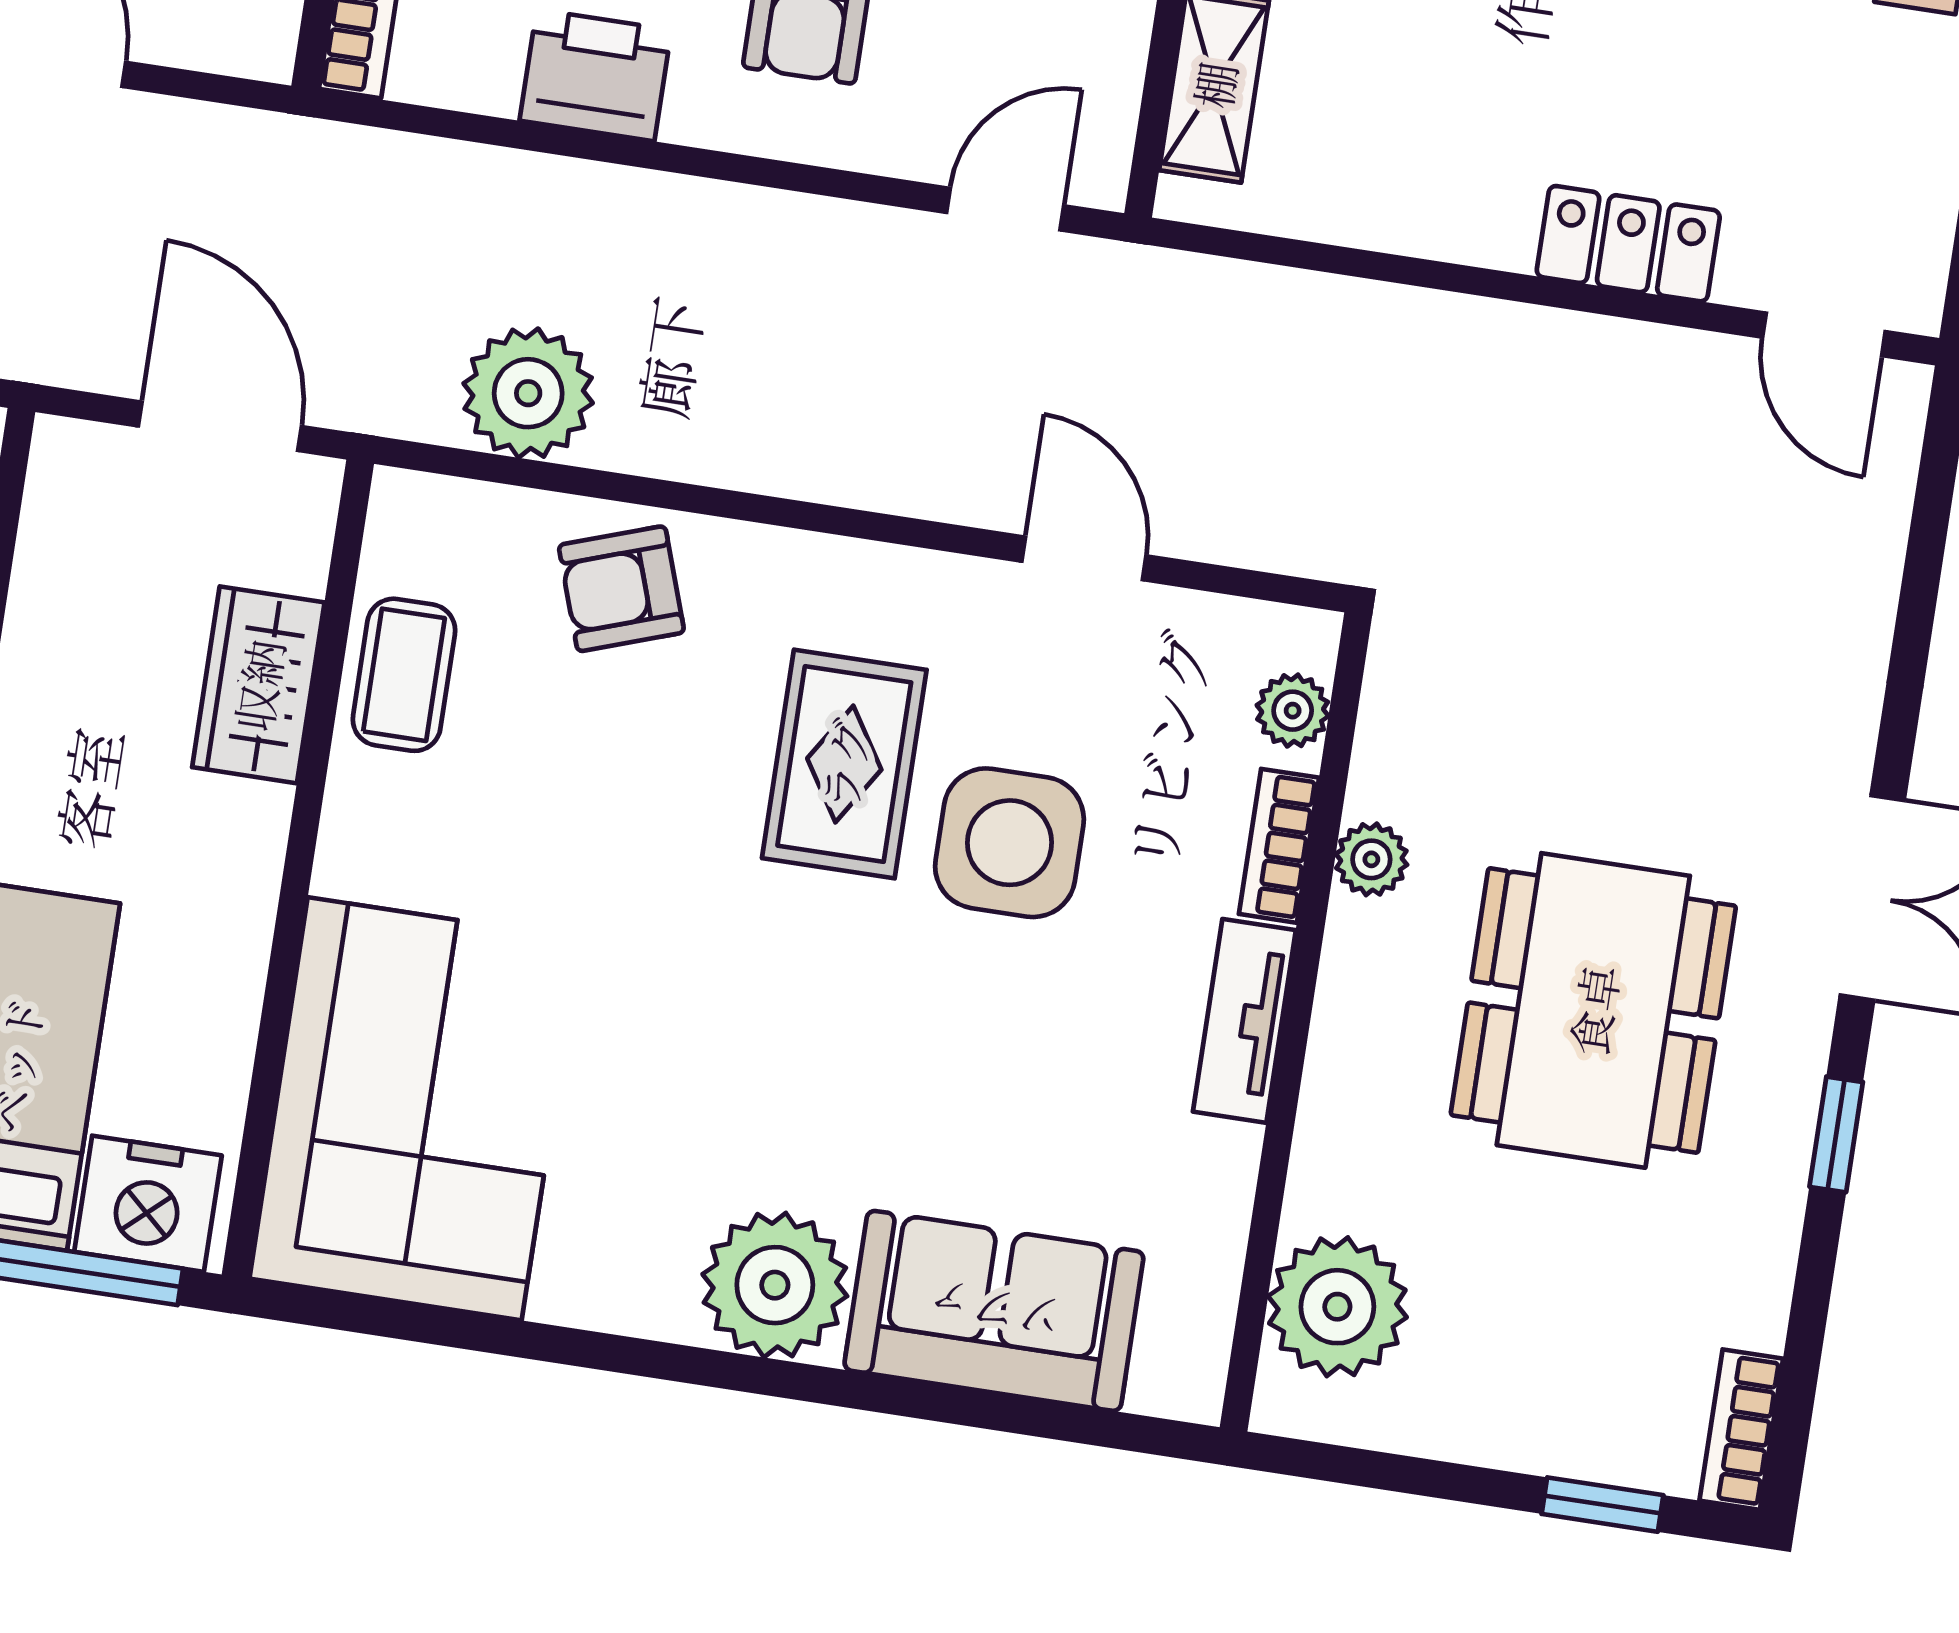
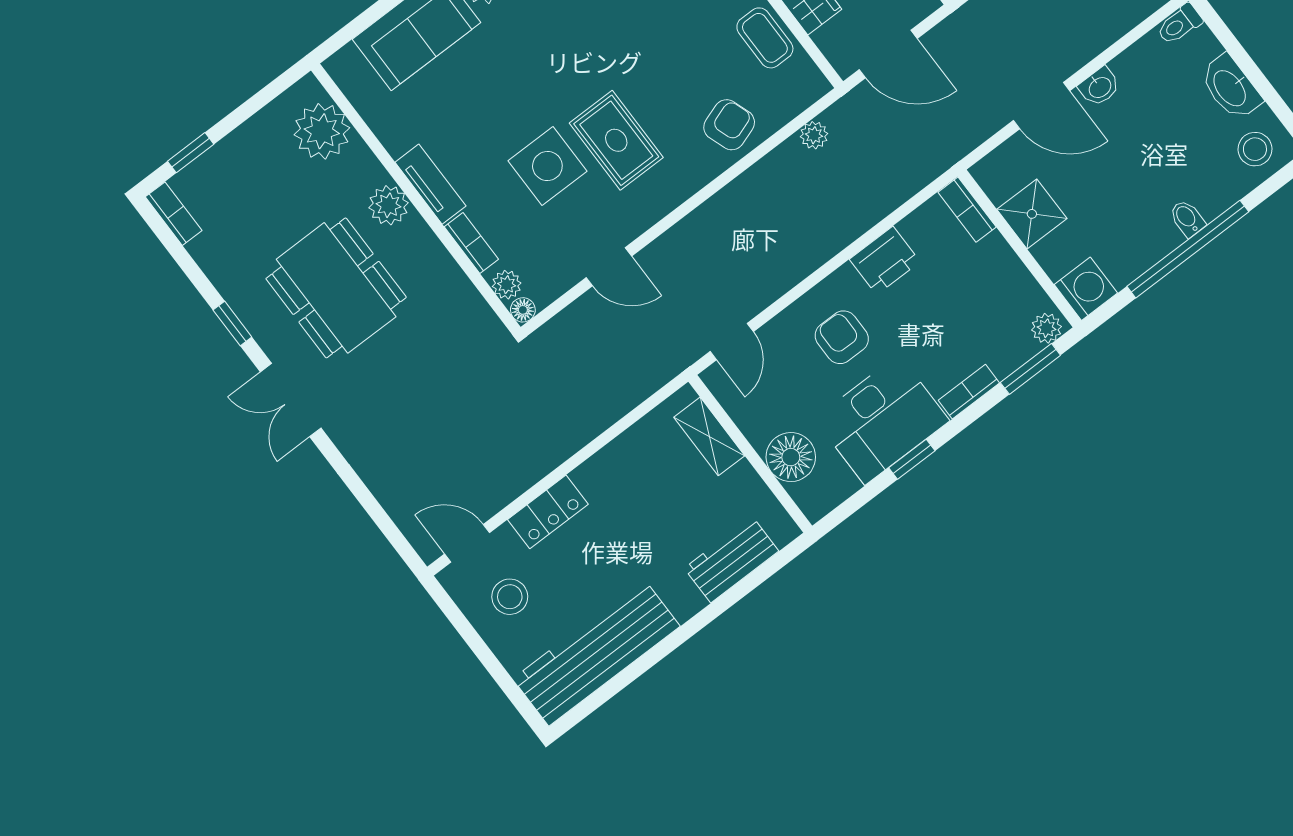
stool: (1846, 165) -> (510, 597), added
plant: (528, 393) -> (814, 135), width x0.53, depth x0.53
floor lamp: (1310, 638) -> (523, 310), added
plant: (1371, 859) -> (389, 205), moved, width x1.38, depth x1.38

